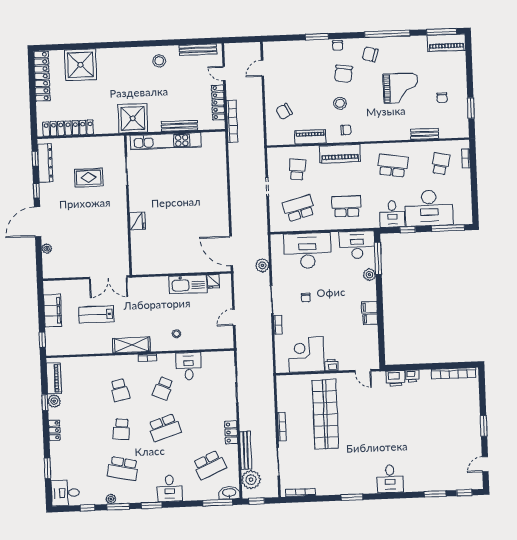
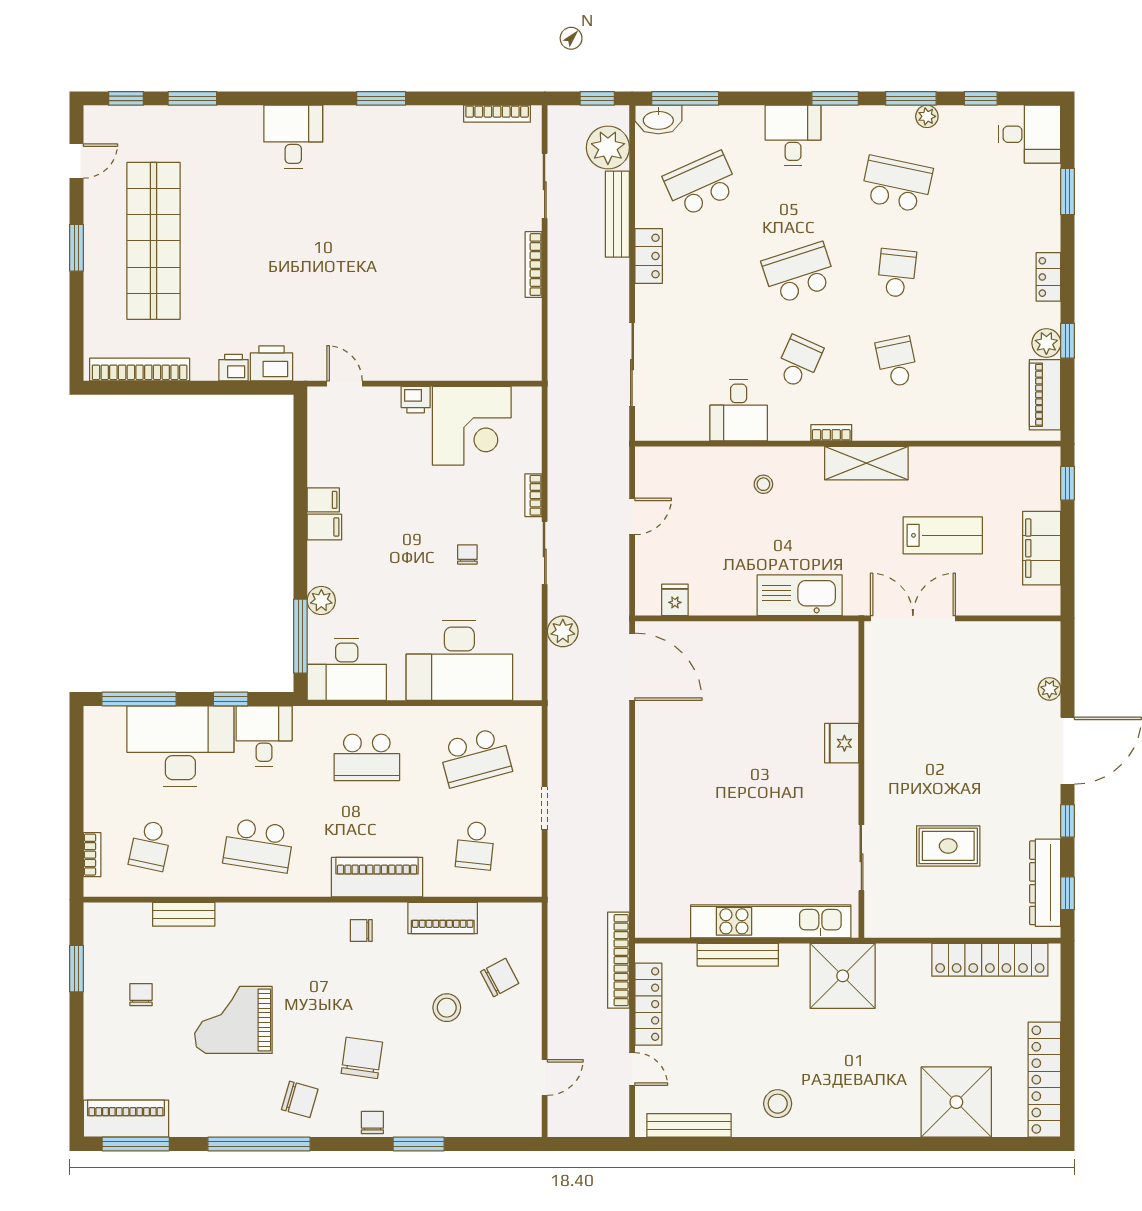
stool: (340, 103) -> (447, 1008), moved
kitchen sink: (188, 284) -> (800, 595), moved
shop shelf: (325, 414) -> (153, 241), moved

